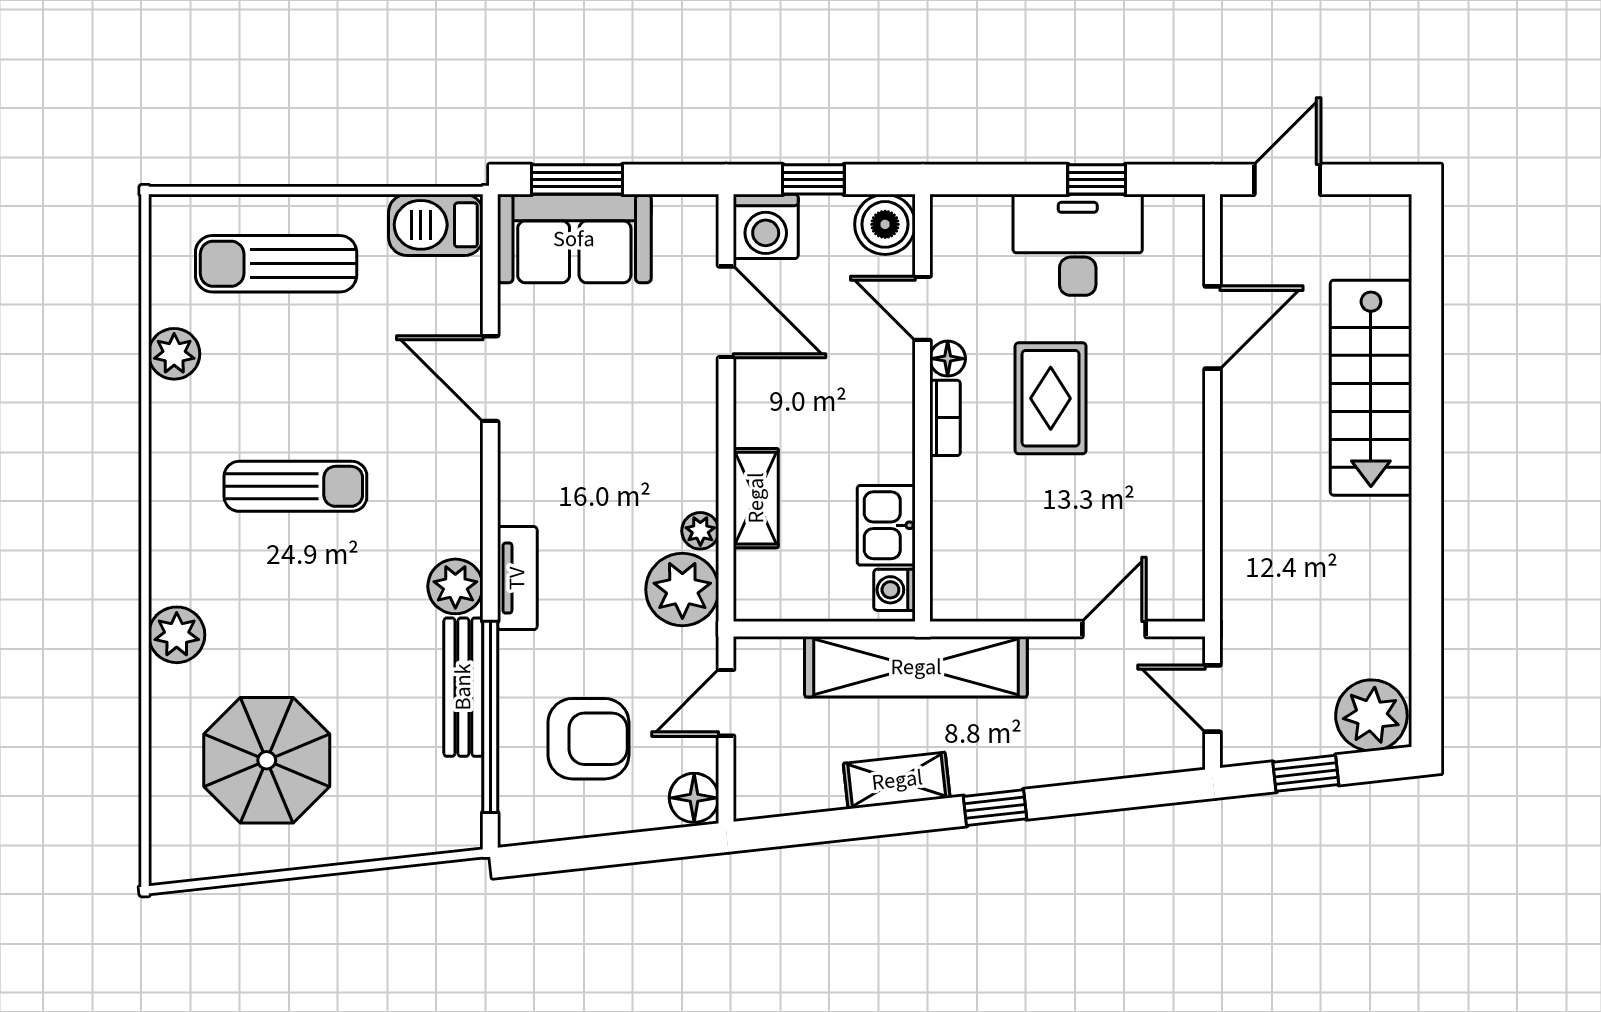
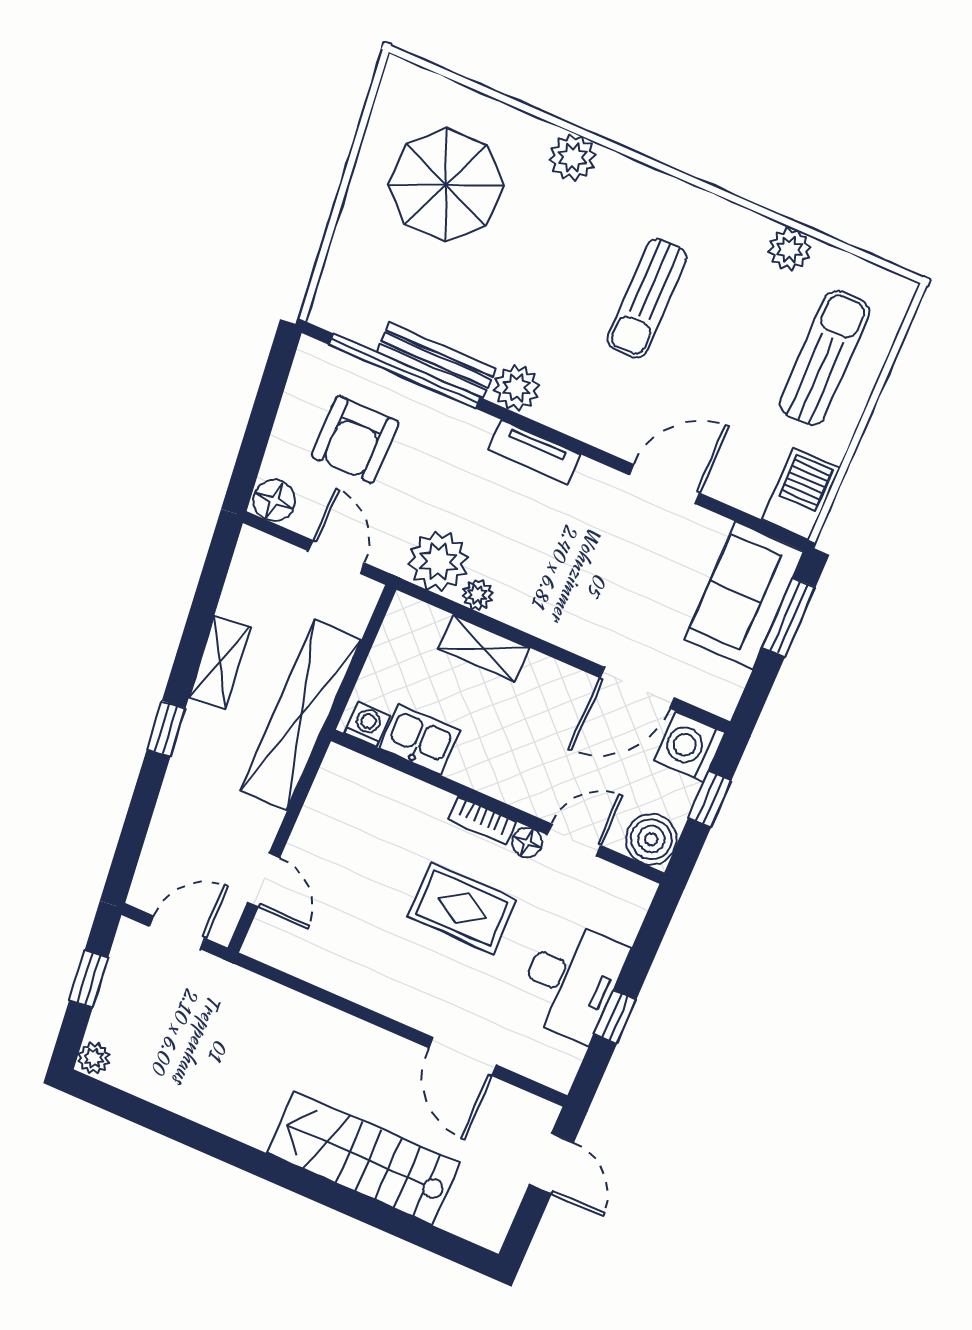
tv unit: (517, 578) -> (534, 452), moved
plant: (1371, 715) -> (94, 1058), width x0.53, depth x0.53

